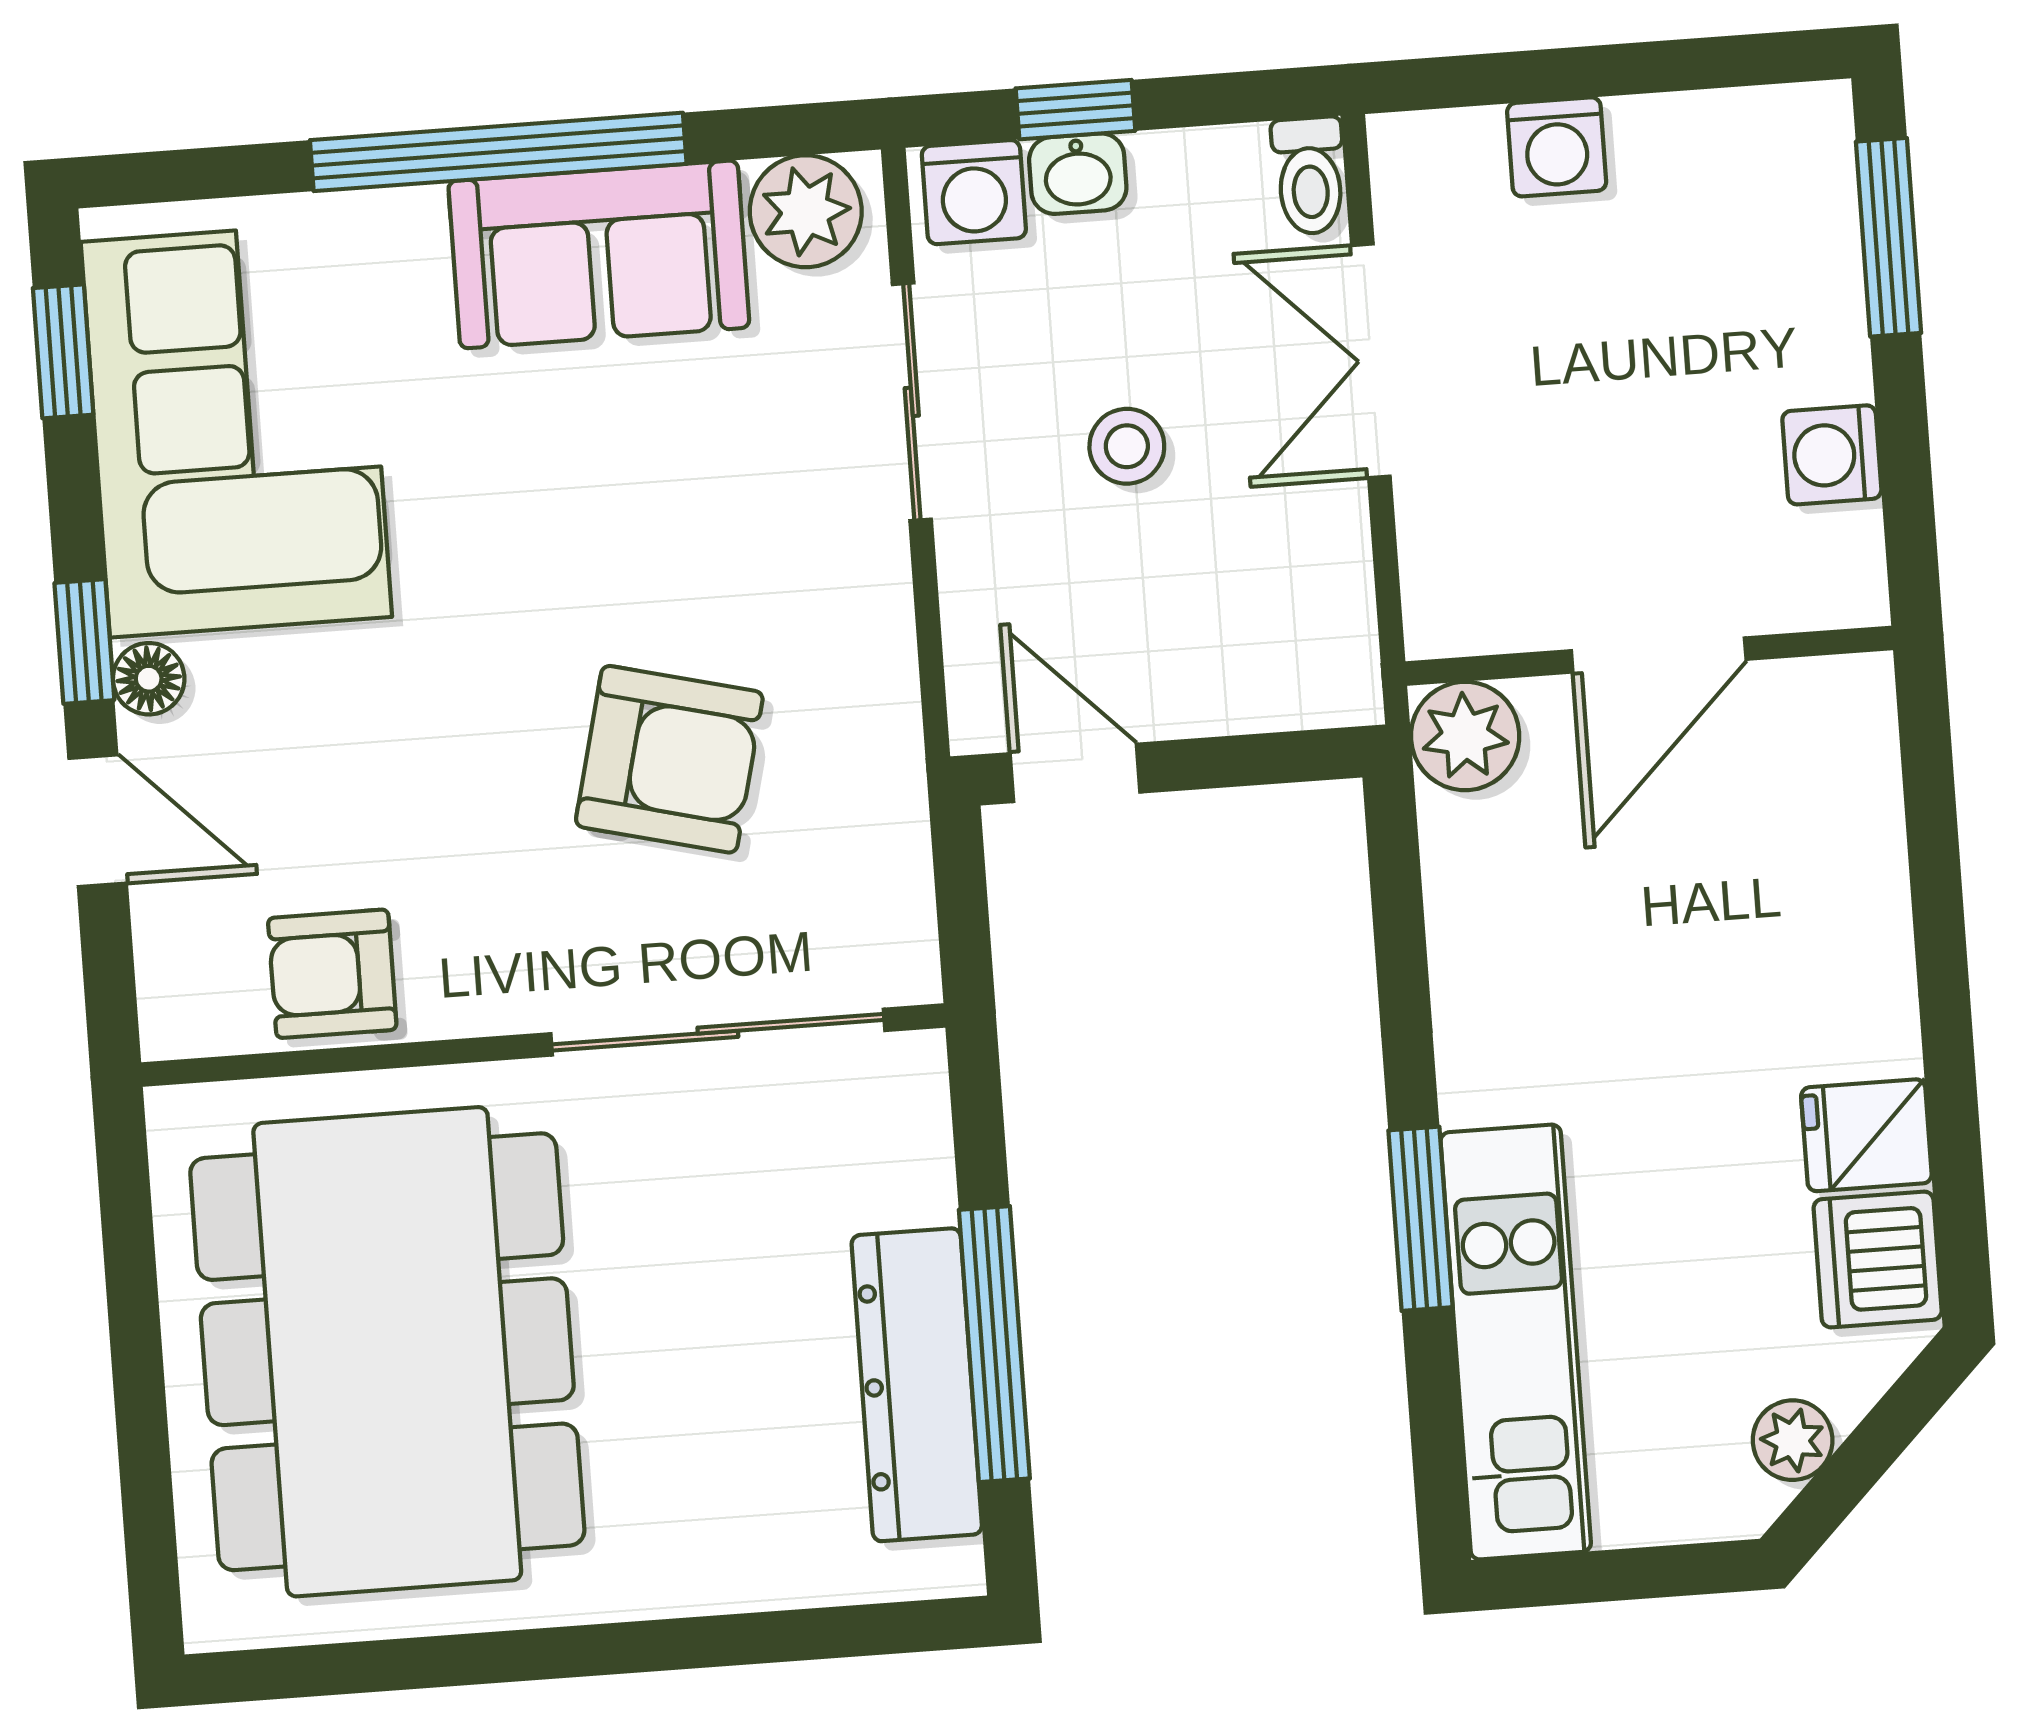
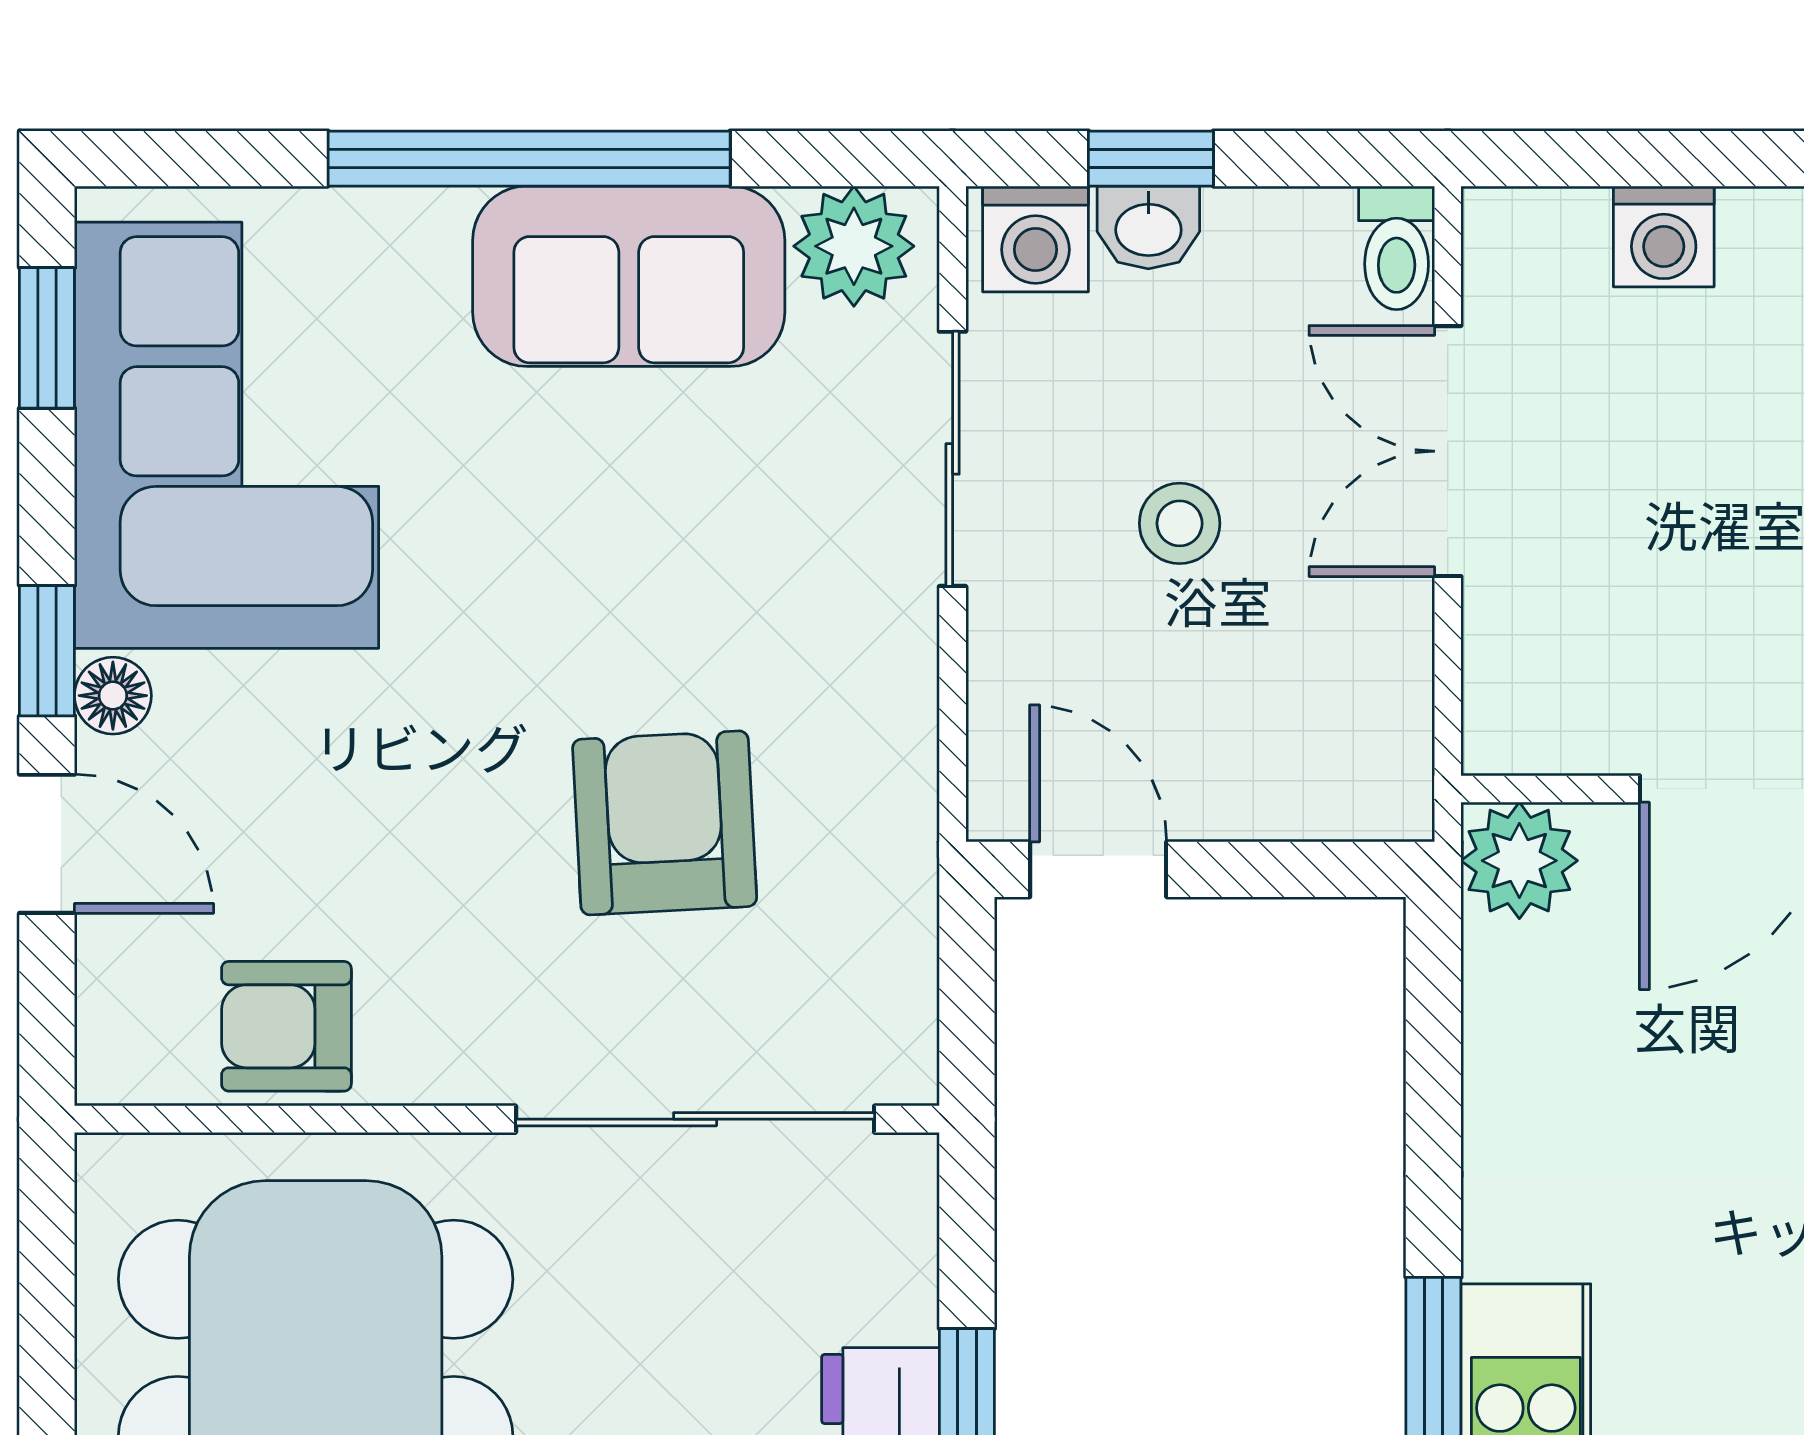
armchair: (669, 759) -> (665, 823), turned -107

